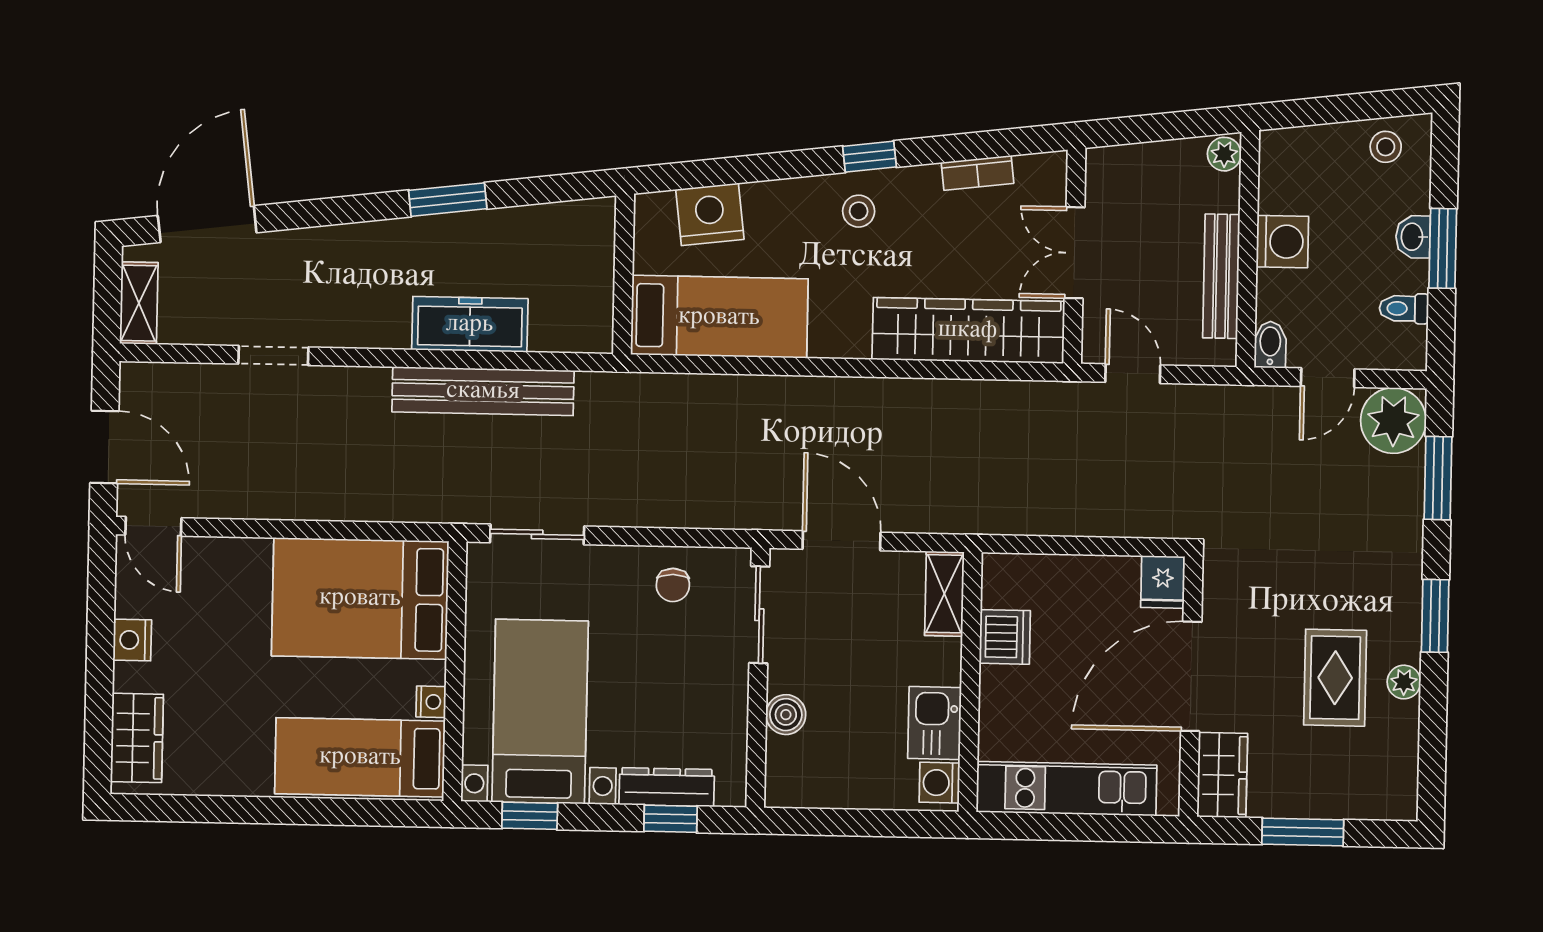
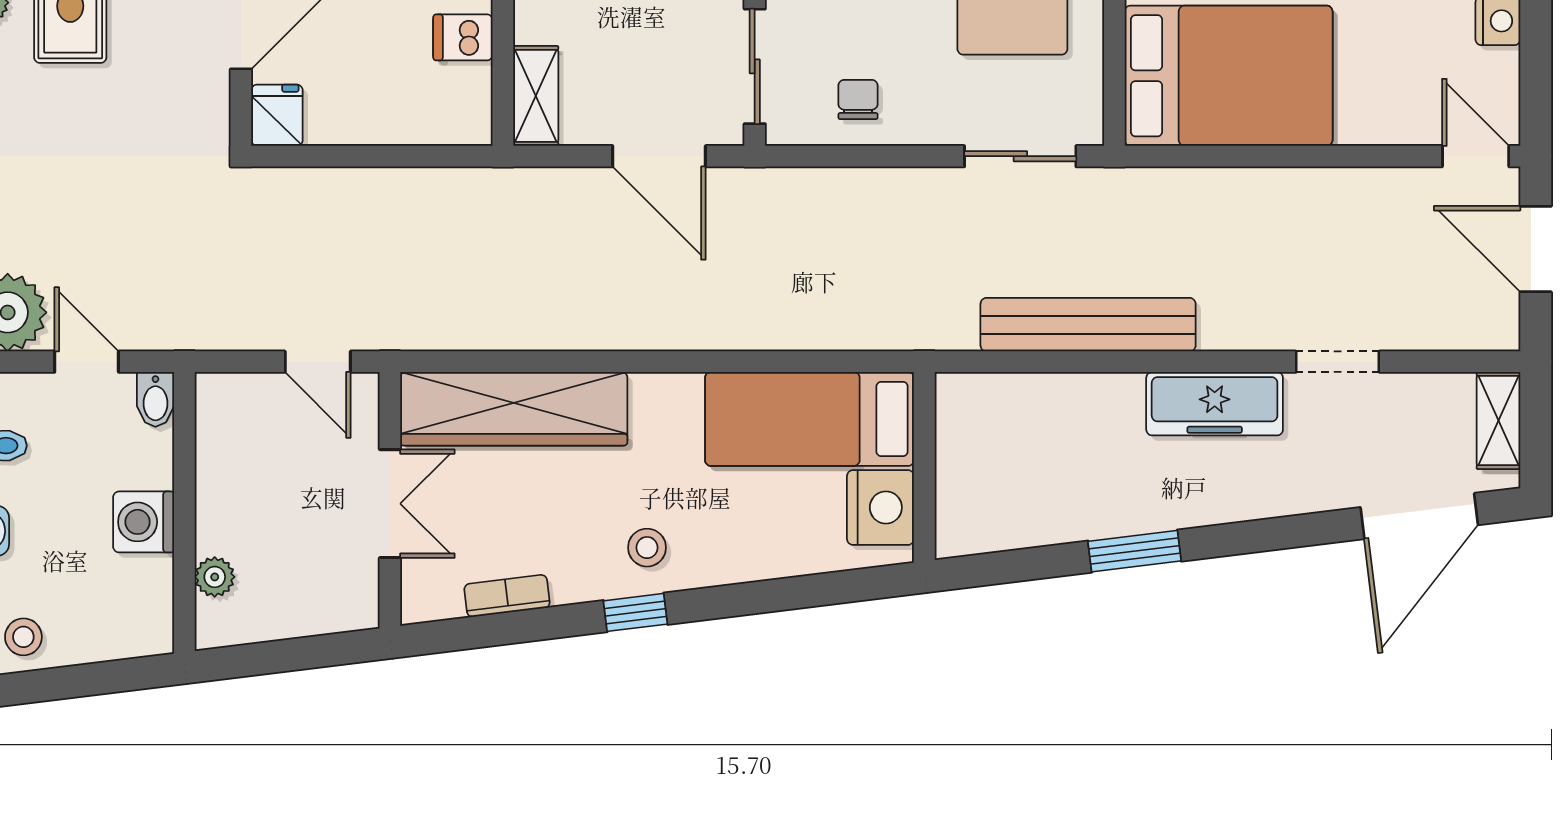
plant: (1224, 154) -> (215, 577), moved
nightstand: (710, 214) -> (880, 507), moved, turned -83
bench: (1221, 276) -> (215, 479), removed
freezer: (470, 324) -> (1215, 404), moved
door: (1328, 378) -> (87, 362), hinge flipped
dishwasher: (1005, 637) -> (463, 37), width x0.73

